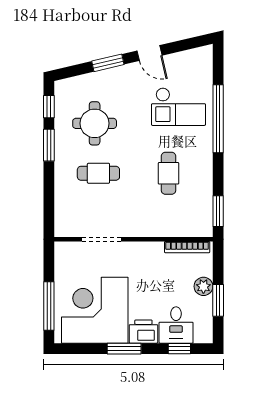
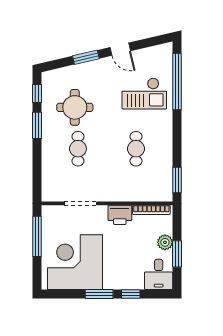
window: (218, 119) -> (177, 82), moved
cafe table: (98, 173) -> (78, 149), turned 90
window: (49, 306) -> (37, 236), moved
desk: (176, 325) -> (159, 274), moved
printer: (143, 332) -> (120, 215), moved, turned 180
window: (179, 349) -> (131, 294), moved

